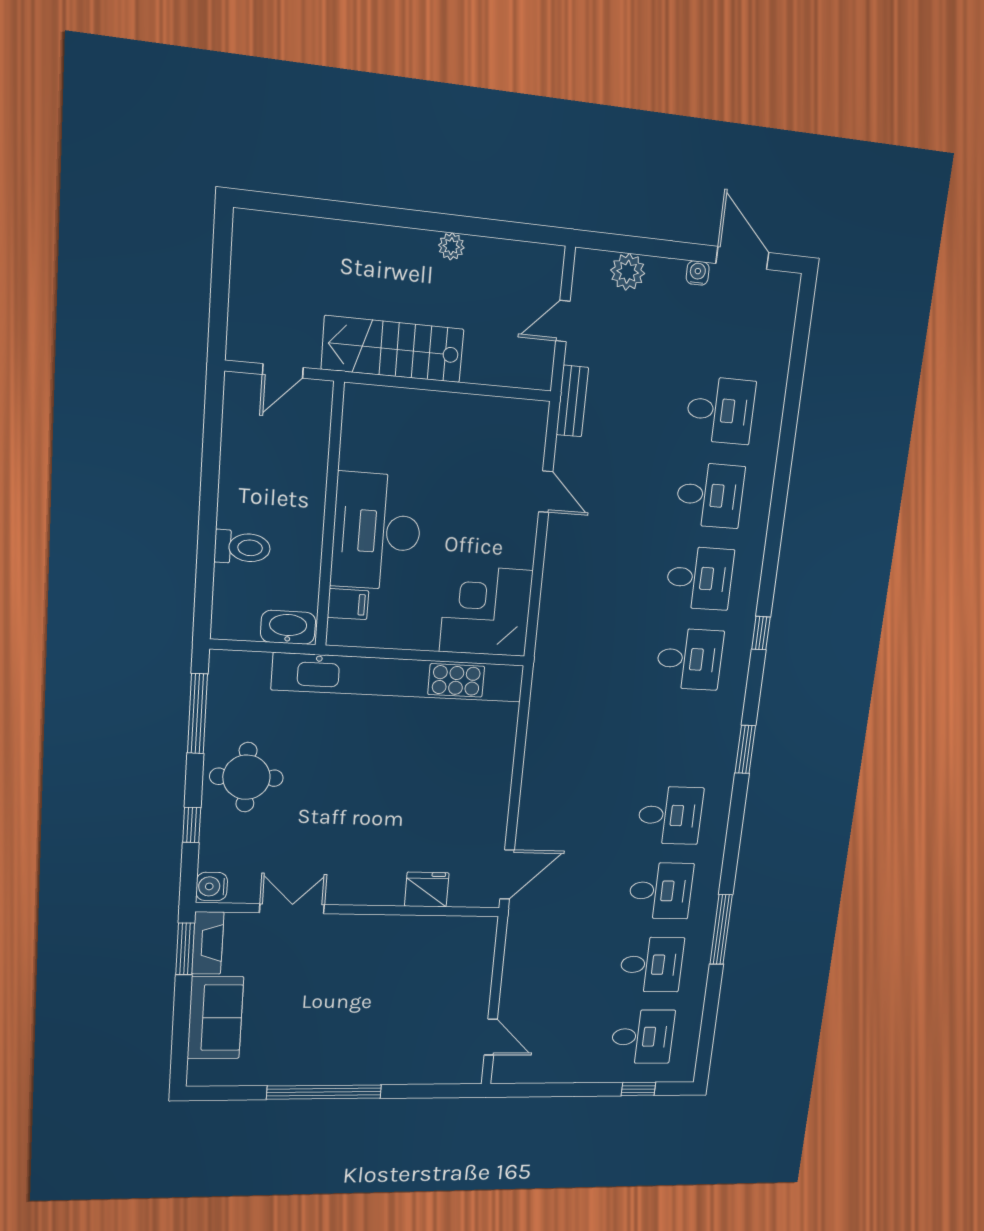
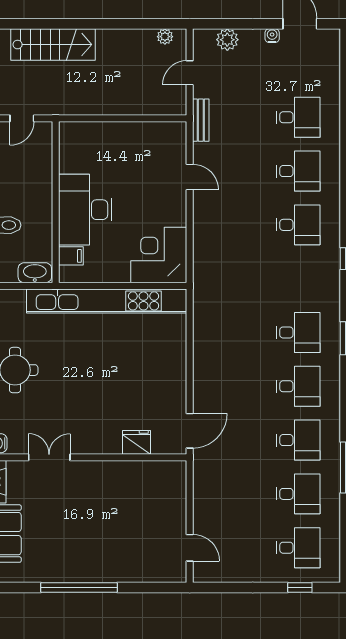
plant: (451, 246) -> (165, 37), moved
stairs: (393, 349) -> (53, 45), moved, turned 180
desk: (690, 659) -> (298, 332), moved

